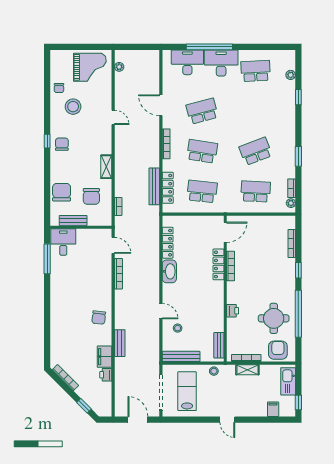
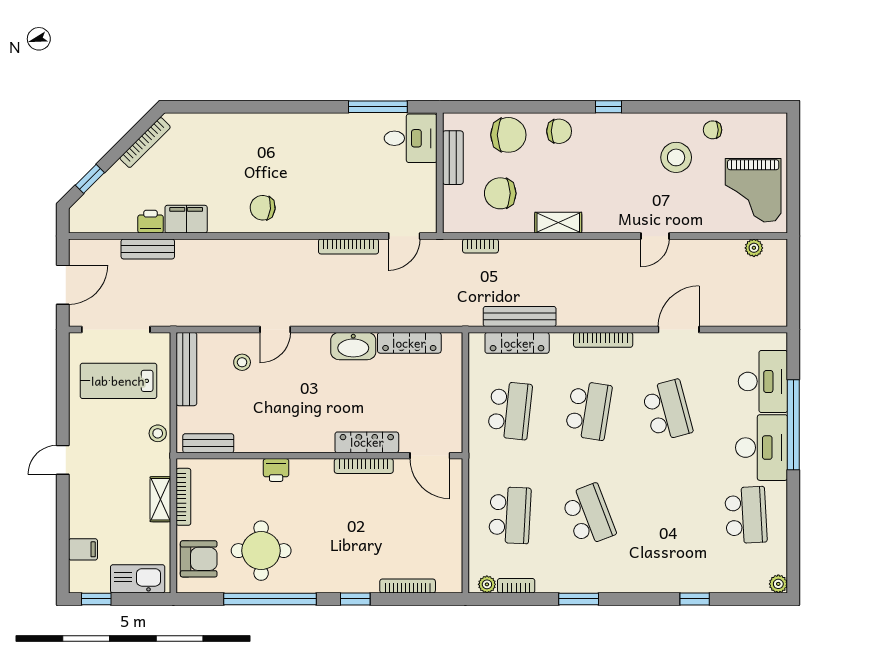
plant: (291, 75) -> (778, 584), moved
chair: (62, 144) -> (559, 131), moved
bench: (120, 343) -> (148, 249), moved
lab bench: (187, 391) -> (118, 381), turned 180

